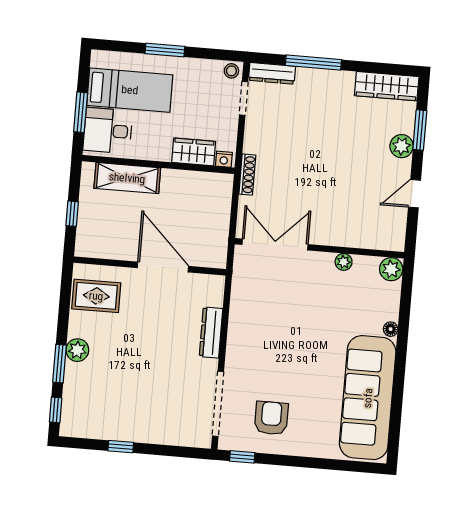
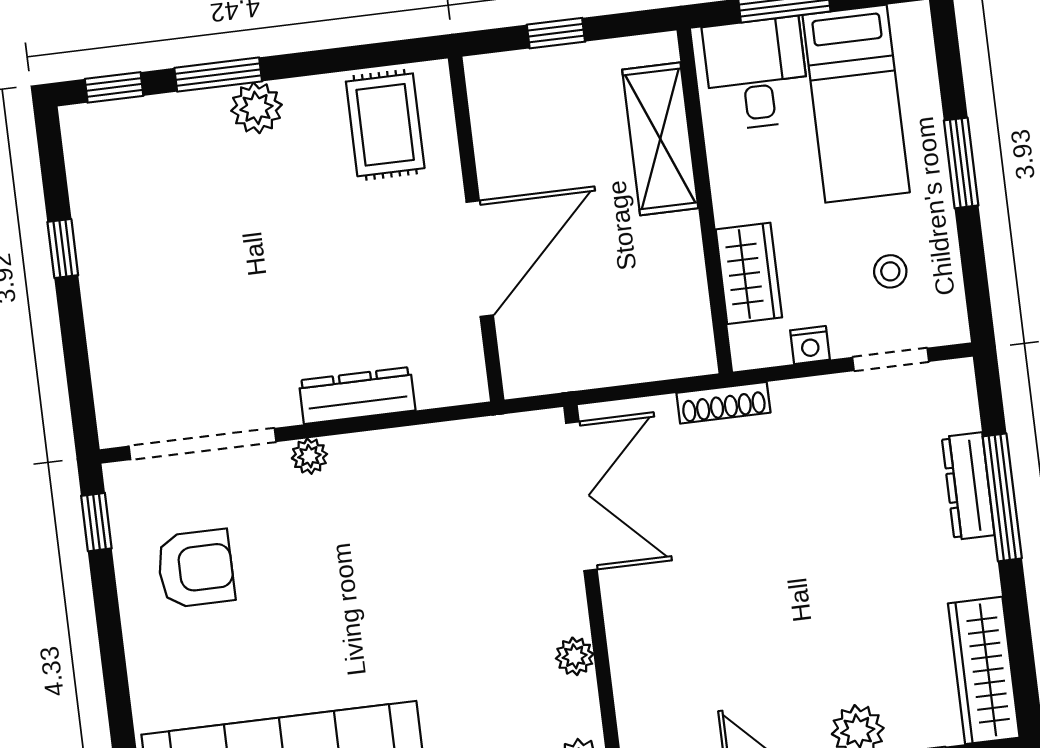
stool: (231, 71) -> (890, 271), moved
dresser: (272, 73) -> (968, 486), moved
nightstand: (224, 159) -> (810, 345), moved, turned -90
plant: (233, 359) -> (309, 456), added

